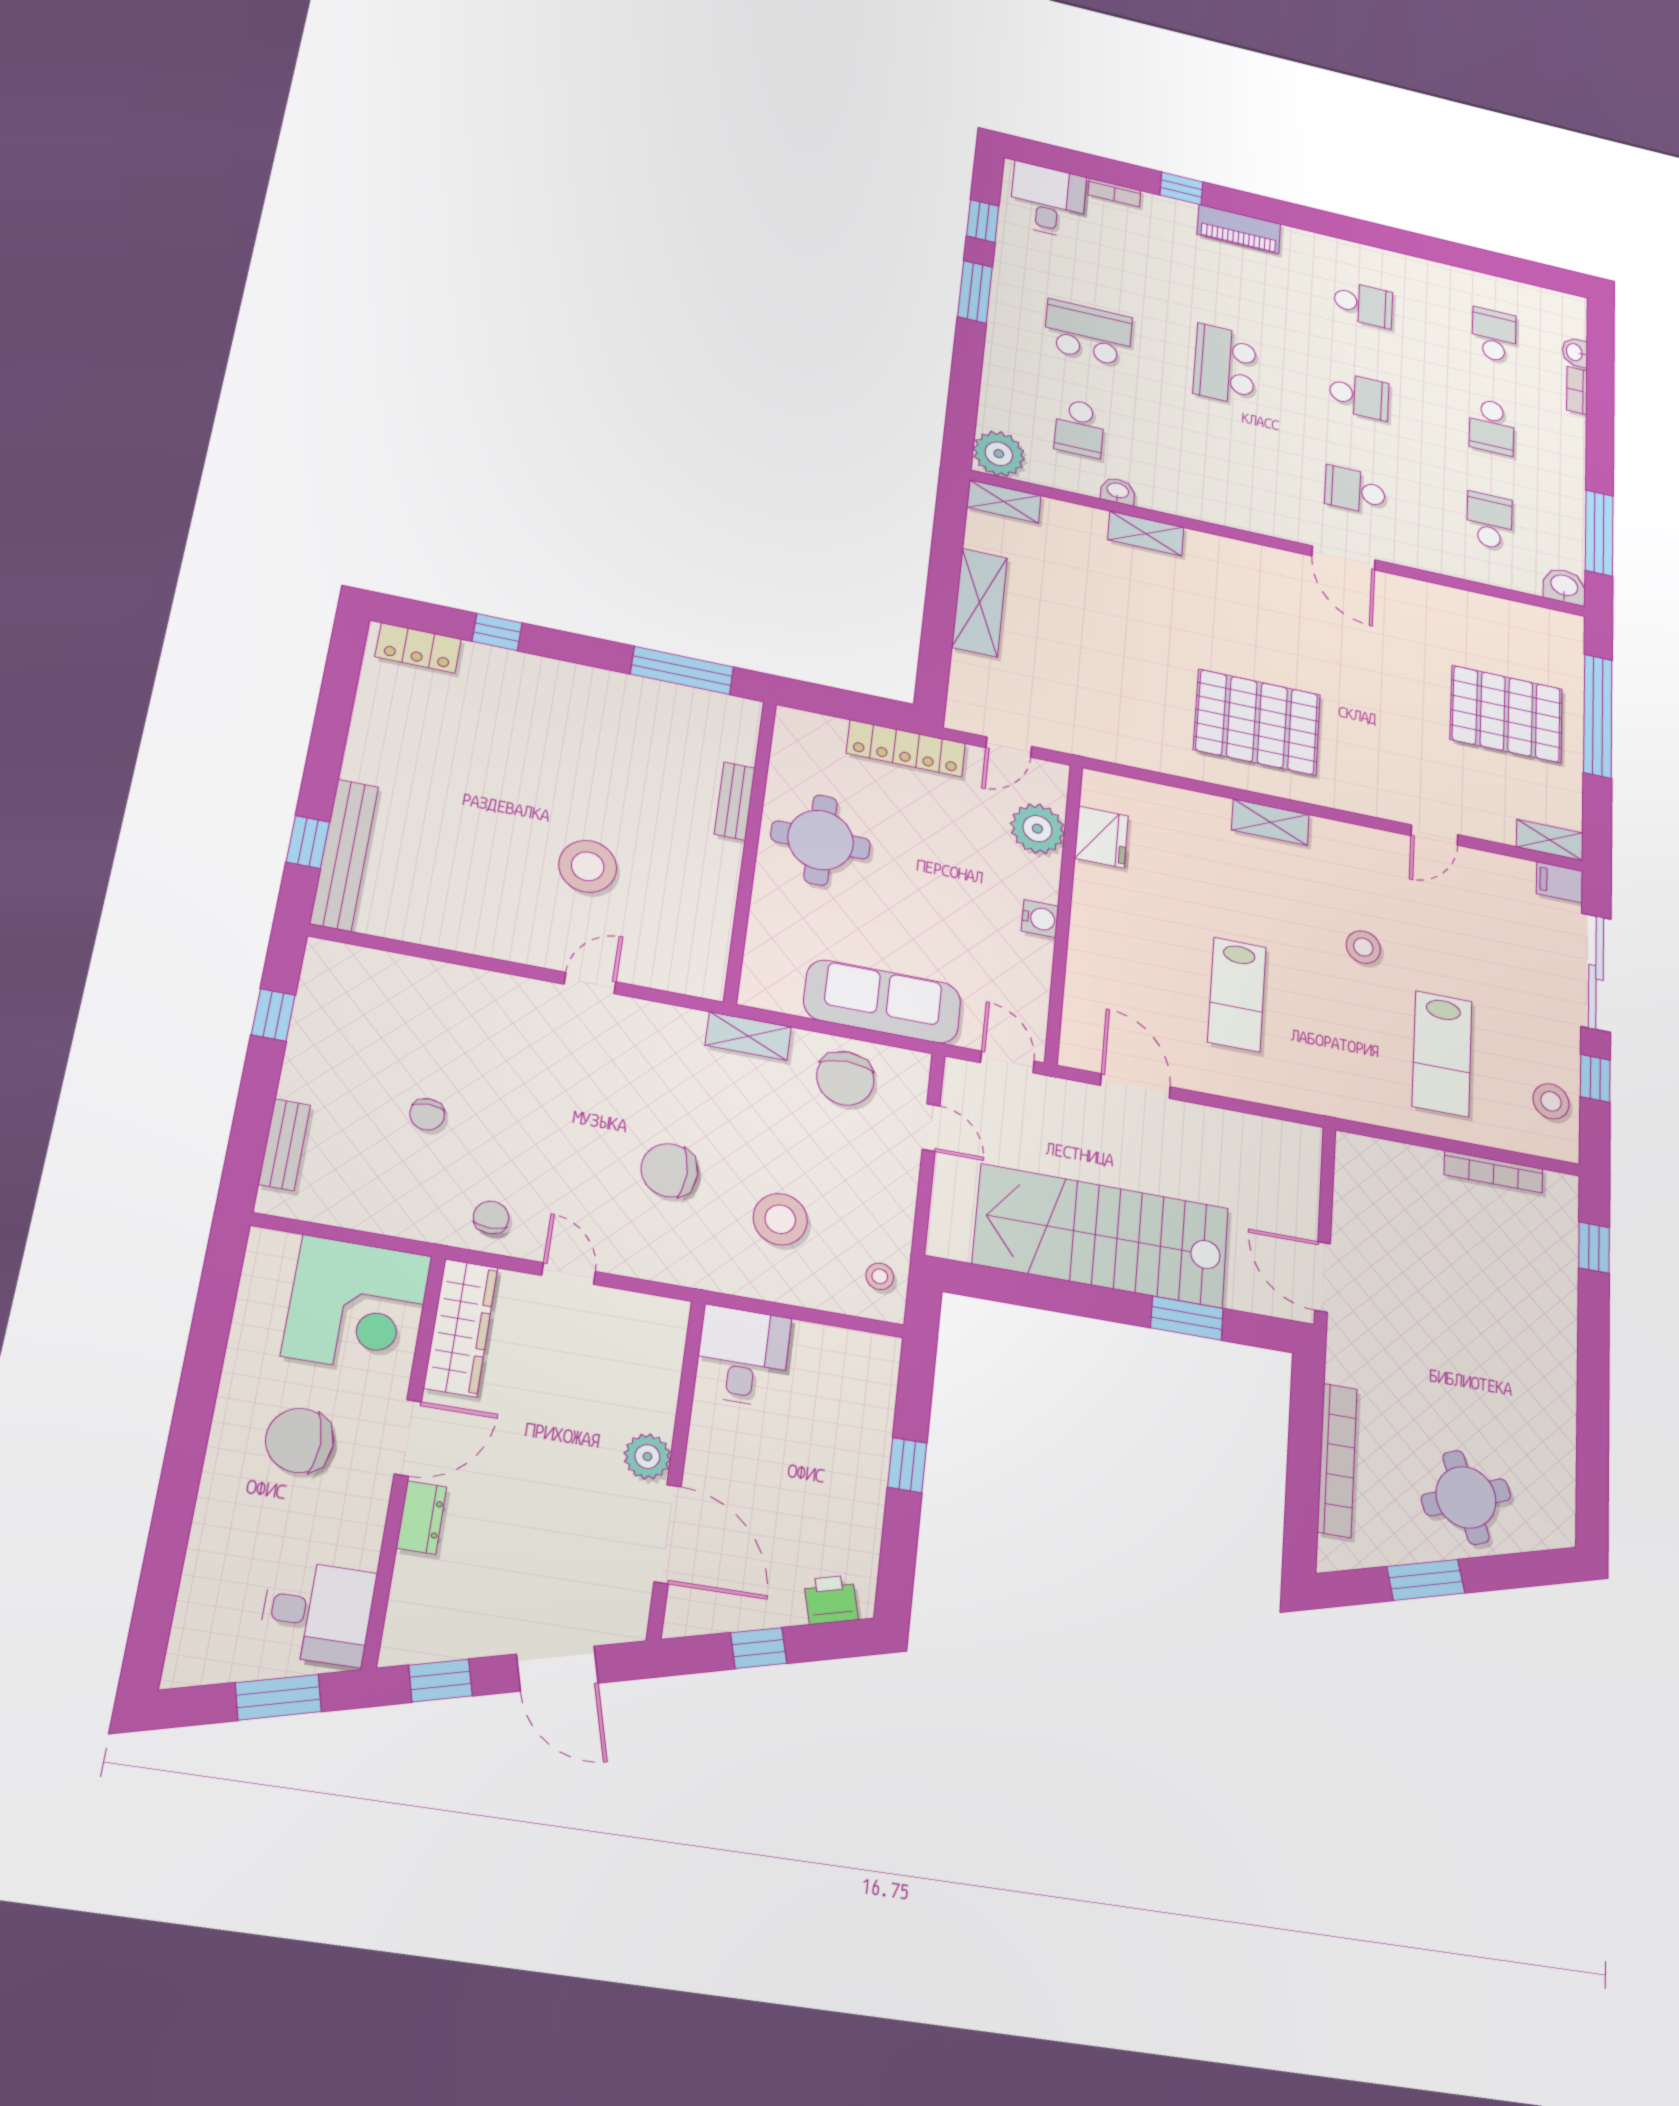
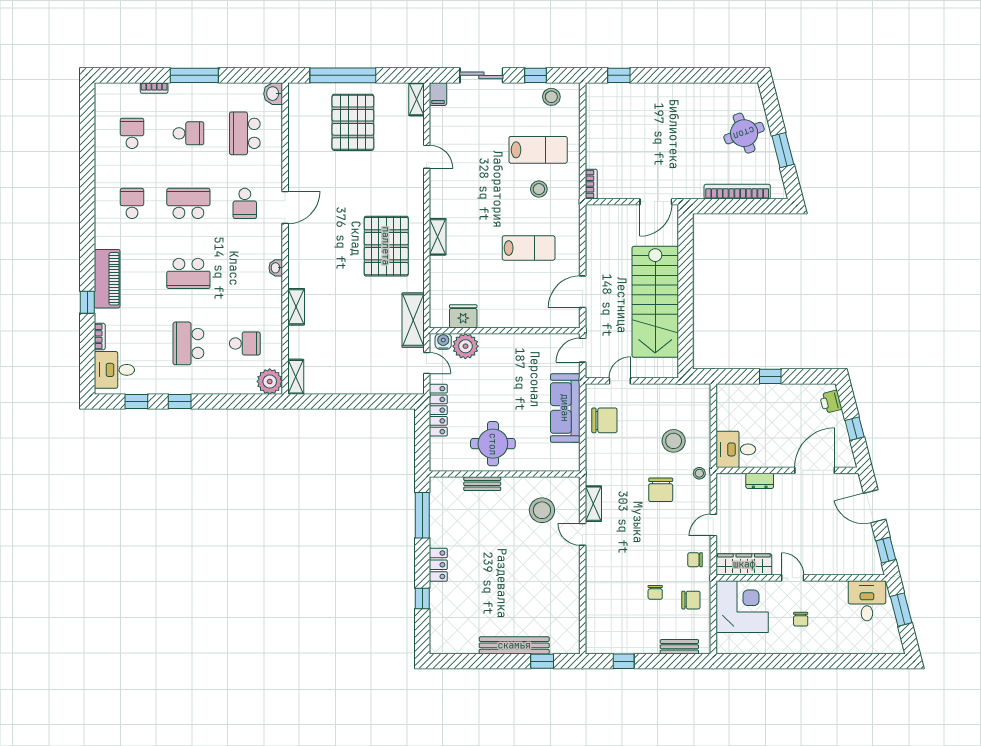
piano: (1239, 229) -> (107, 279), width x1.37, depth x1.33
window: (975, 292) -> (180, 401), width x0.67
school desk: (1494, 335) -> (132, 133), turned 90
washbasin: (1575, 352) -> (131, 89), removed
school desk: (1359, 396) -> (188, 203), width x1.85
washbasin: (1118, 491) -> (276, 268), moved
school desk: (1489, 521) -> (245, 133), width x1.85
window: (1599, 533) -> (194, 75), moved
shelving: (980, 602) -> (413, 320), moved, turned 90
locker: (418, 648) -> (438, 565), moved
bench: (344, 855) -> (514, 645), moved
stool: (588, 866) -> (542, 510), moved
water cooler: (1040, 919) -> (443, 341), moved
stool: (1363, 947) -> (539, 189), moved
sliding door: (1596, 972) -> (481, 75), width x0.73
shelving: (748, 1036) -> (593, 504), moved
chair: (427, 1114) -> (655, 592), turned 90
bookcase: (1493, 1172) -> (591, 184), moved, width x0.64
chair: (394, 1191) -> (691, 600), added
stool: (880, 1276) -> (699, 473), moved
window: (1187, 1318) -> (686, 262), removed
door: (408, 1438) -> (793, 578), width x0.73
chair: (300, 1440) -> (801, 619), width x0.54, depth x0.54
plant: (647, 1457) -> (784, 483), removed
dresser: (421, 1517) -> (760, 481), moved, turned 180
door: (557, 1669) -> (875, 506), swing flipped

